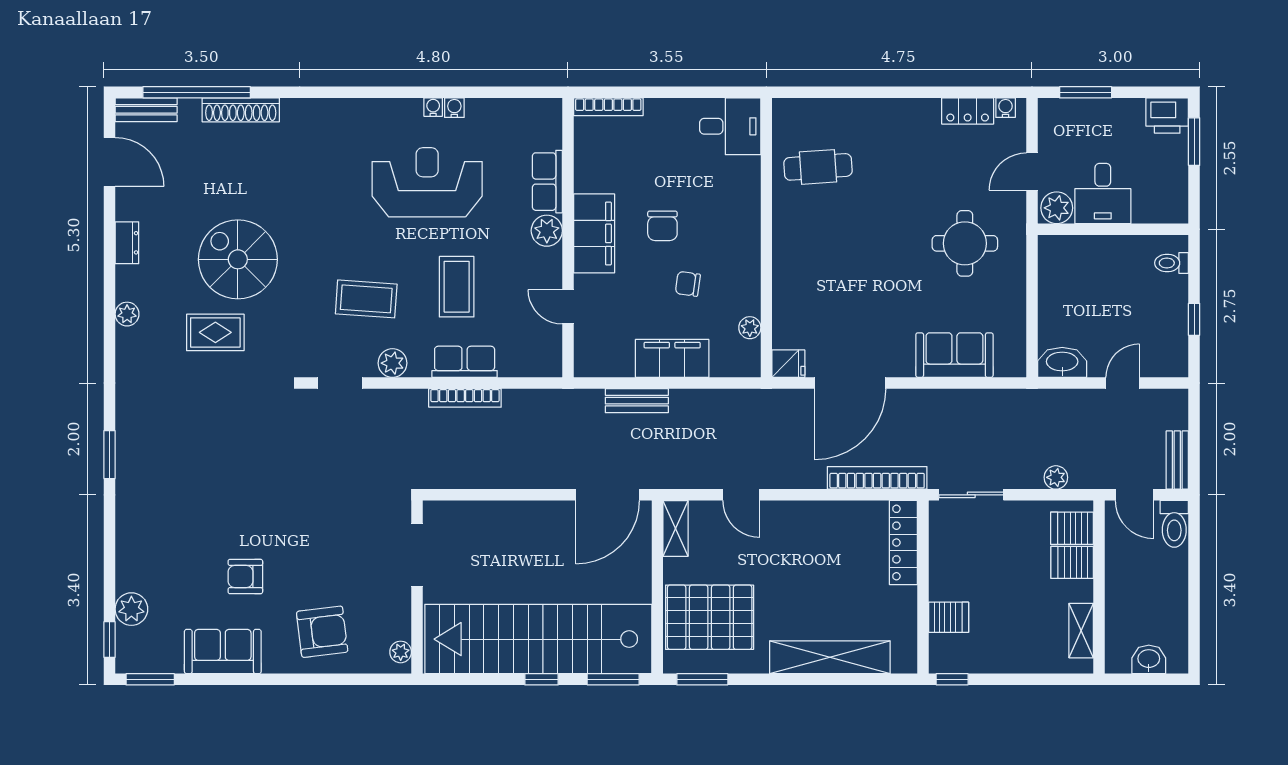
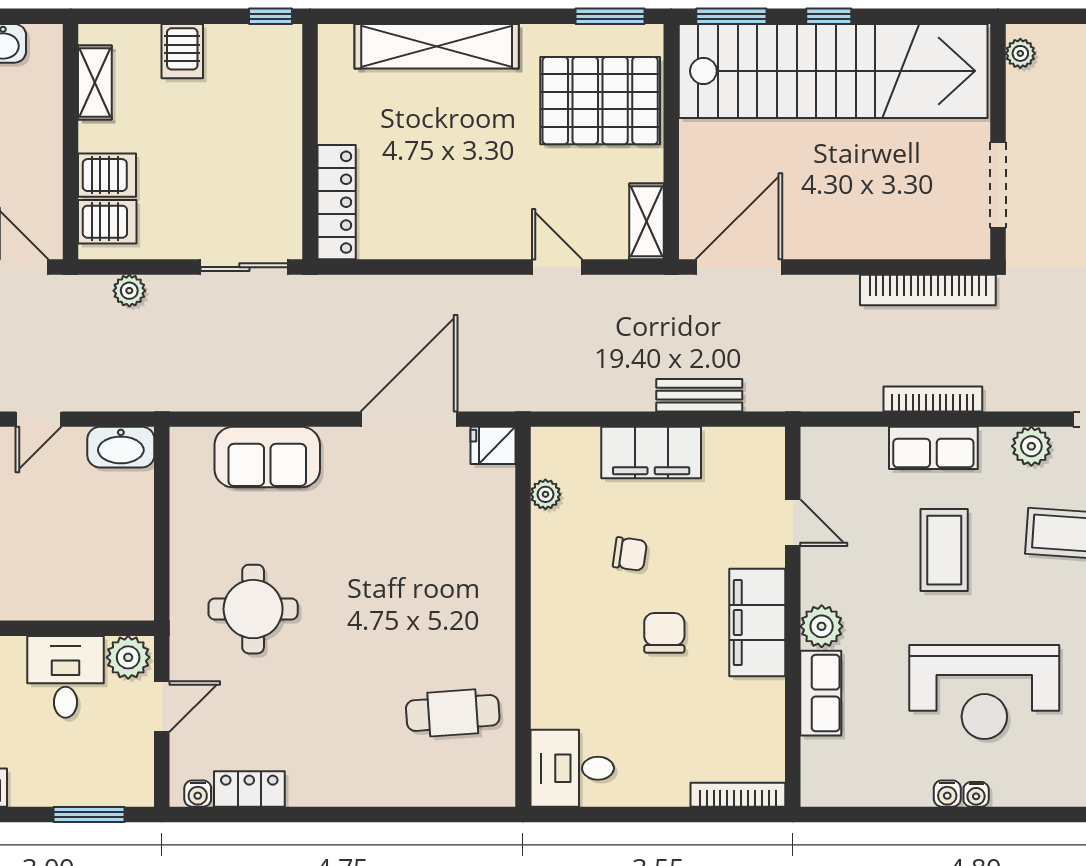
bookcase: (877, 478) -> (928, 290), moved
server rack: (949, 617) -> (182, 51), moved, turned -90

